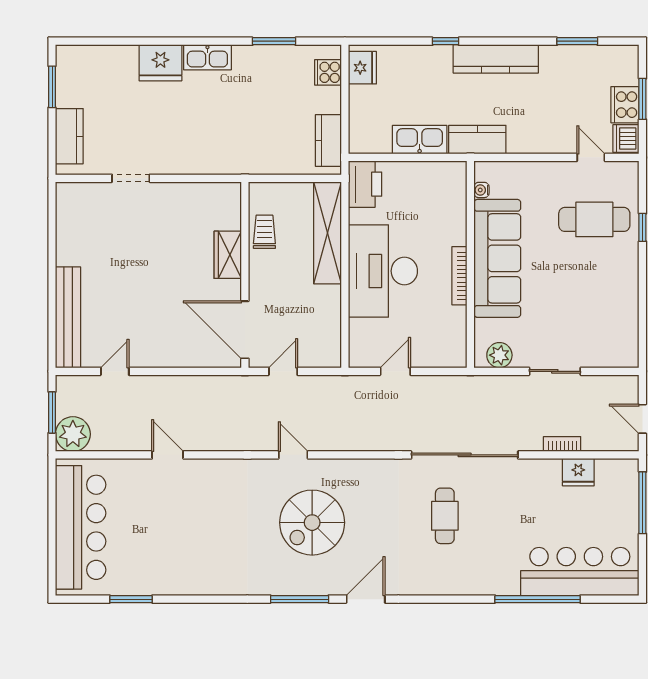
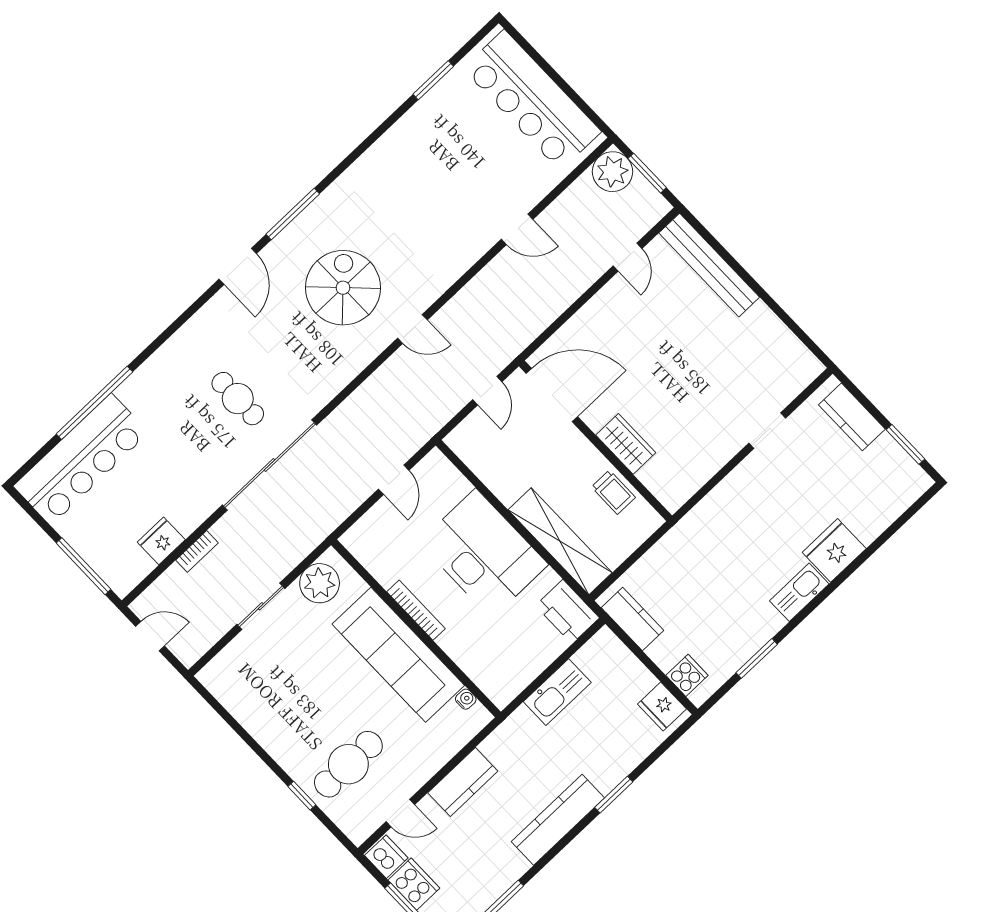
window: (446, 41) -> (614, 795), width x1.50
kitchen counter: (477, 140) -> (463, 782), moved
plant: (499, 355) -> (320, 583), width x1.36, depth x1.36

